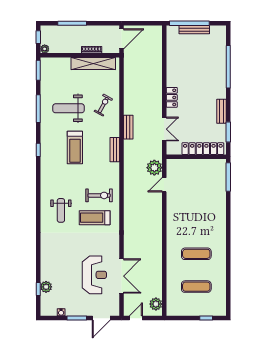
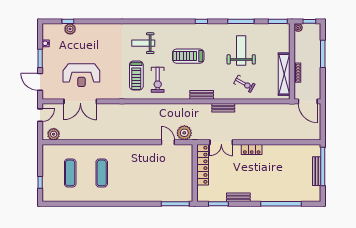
treadmill: (75, 148) -> (188, 56), moved
locker: (203, 149) -> (203, 165), moved
treadmill: (95, 218) -> (136, 75), turned 180
door: (136, 318) -> (40, 115), hinge flipped

